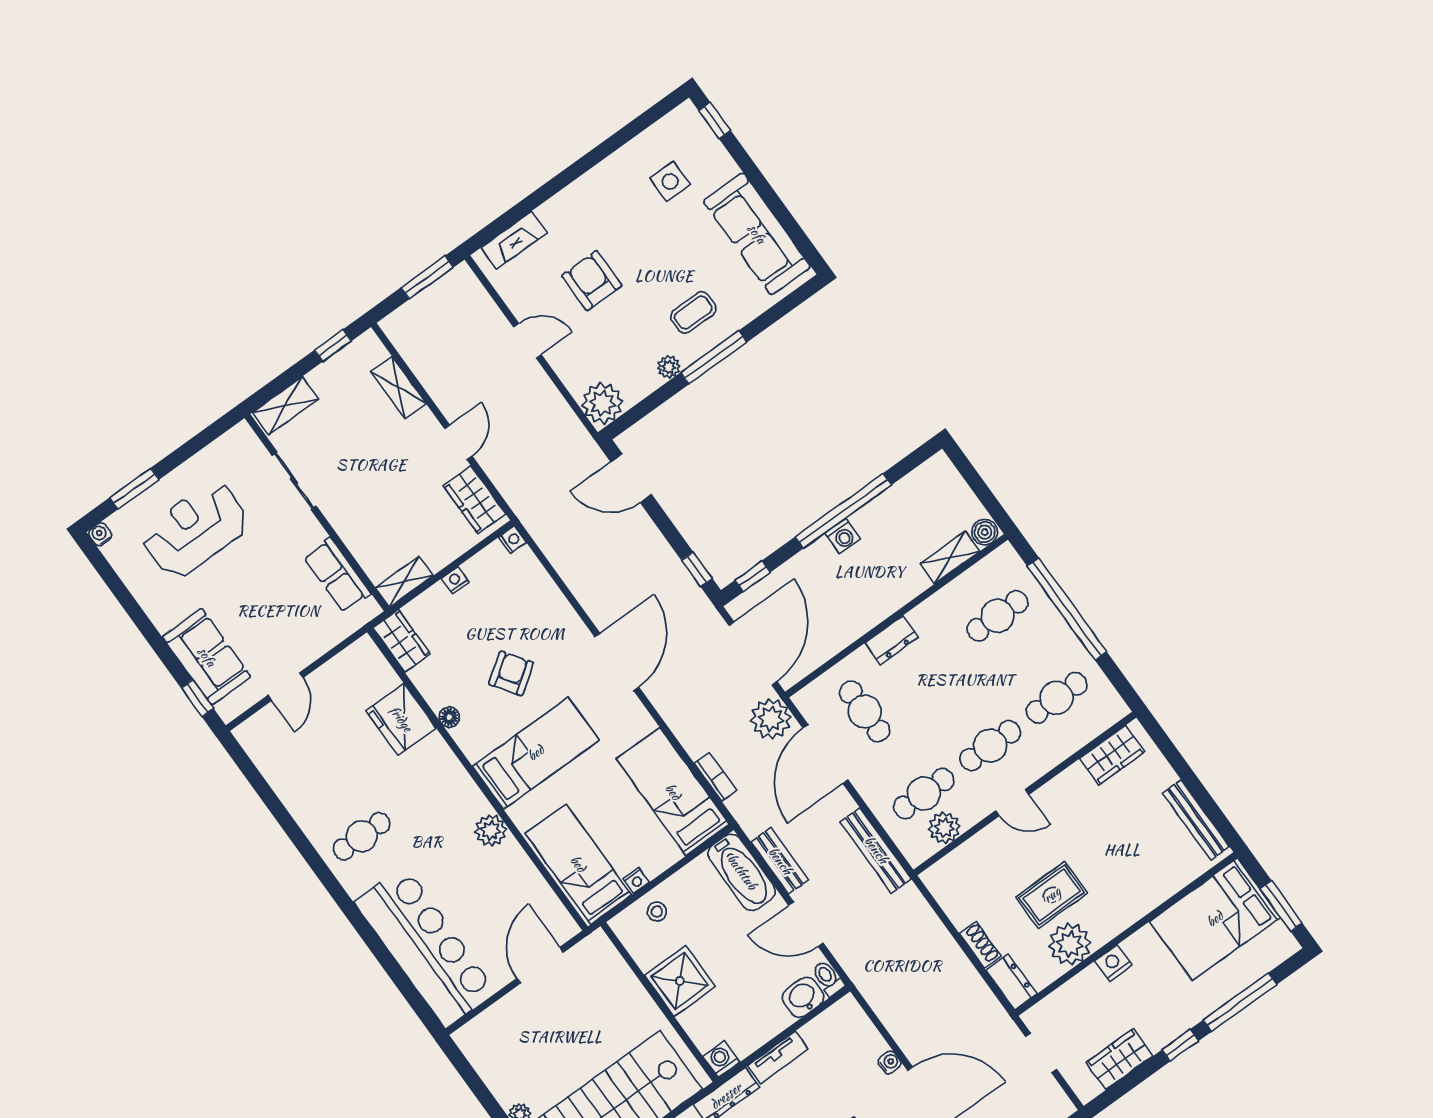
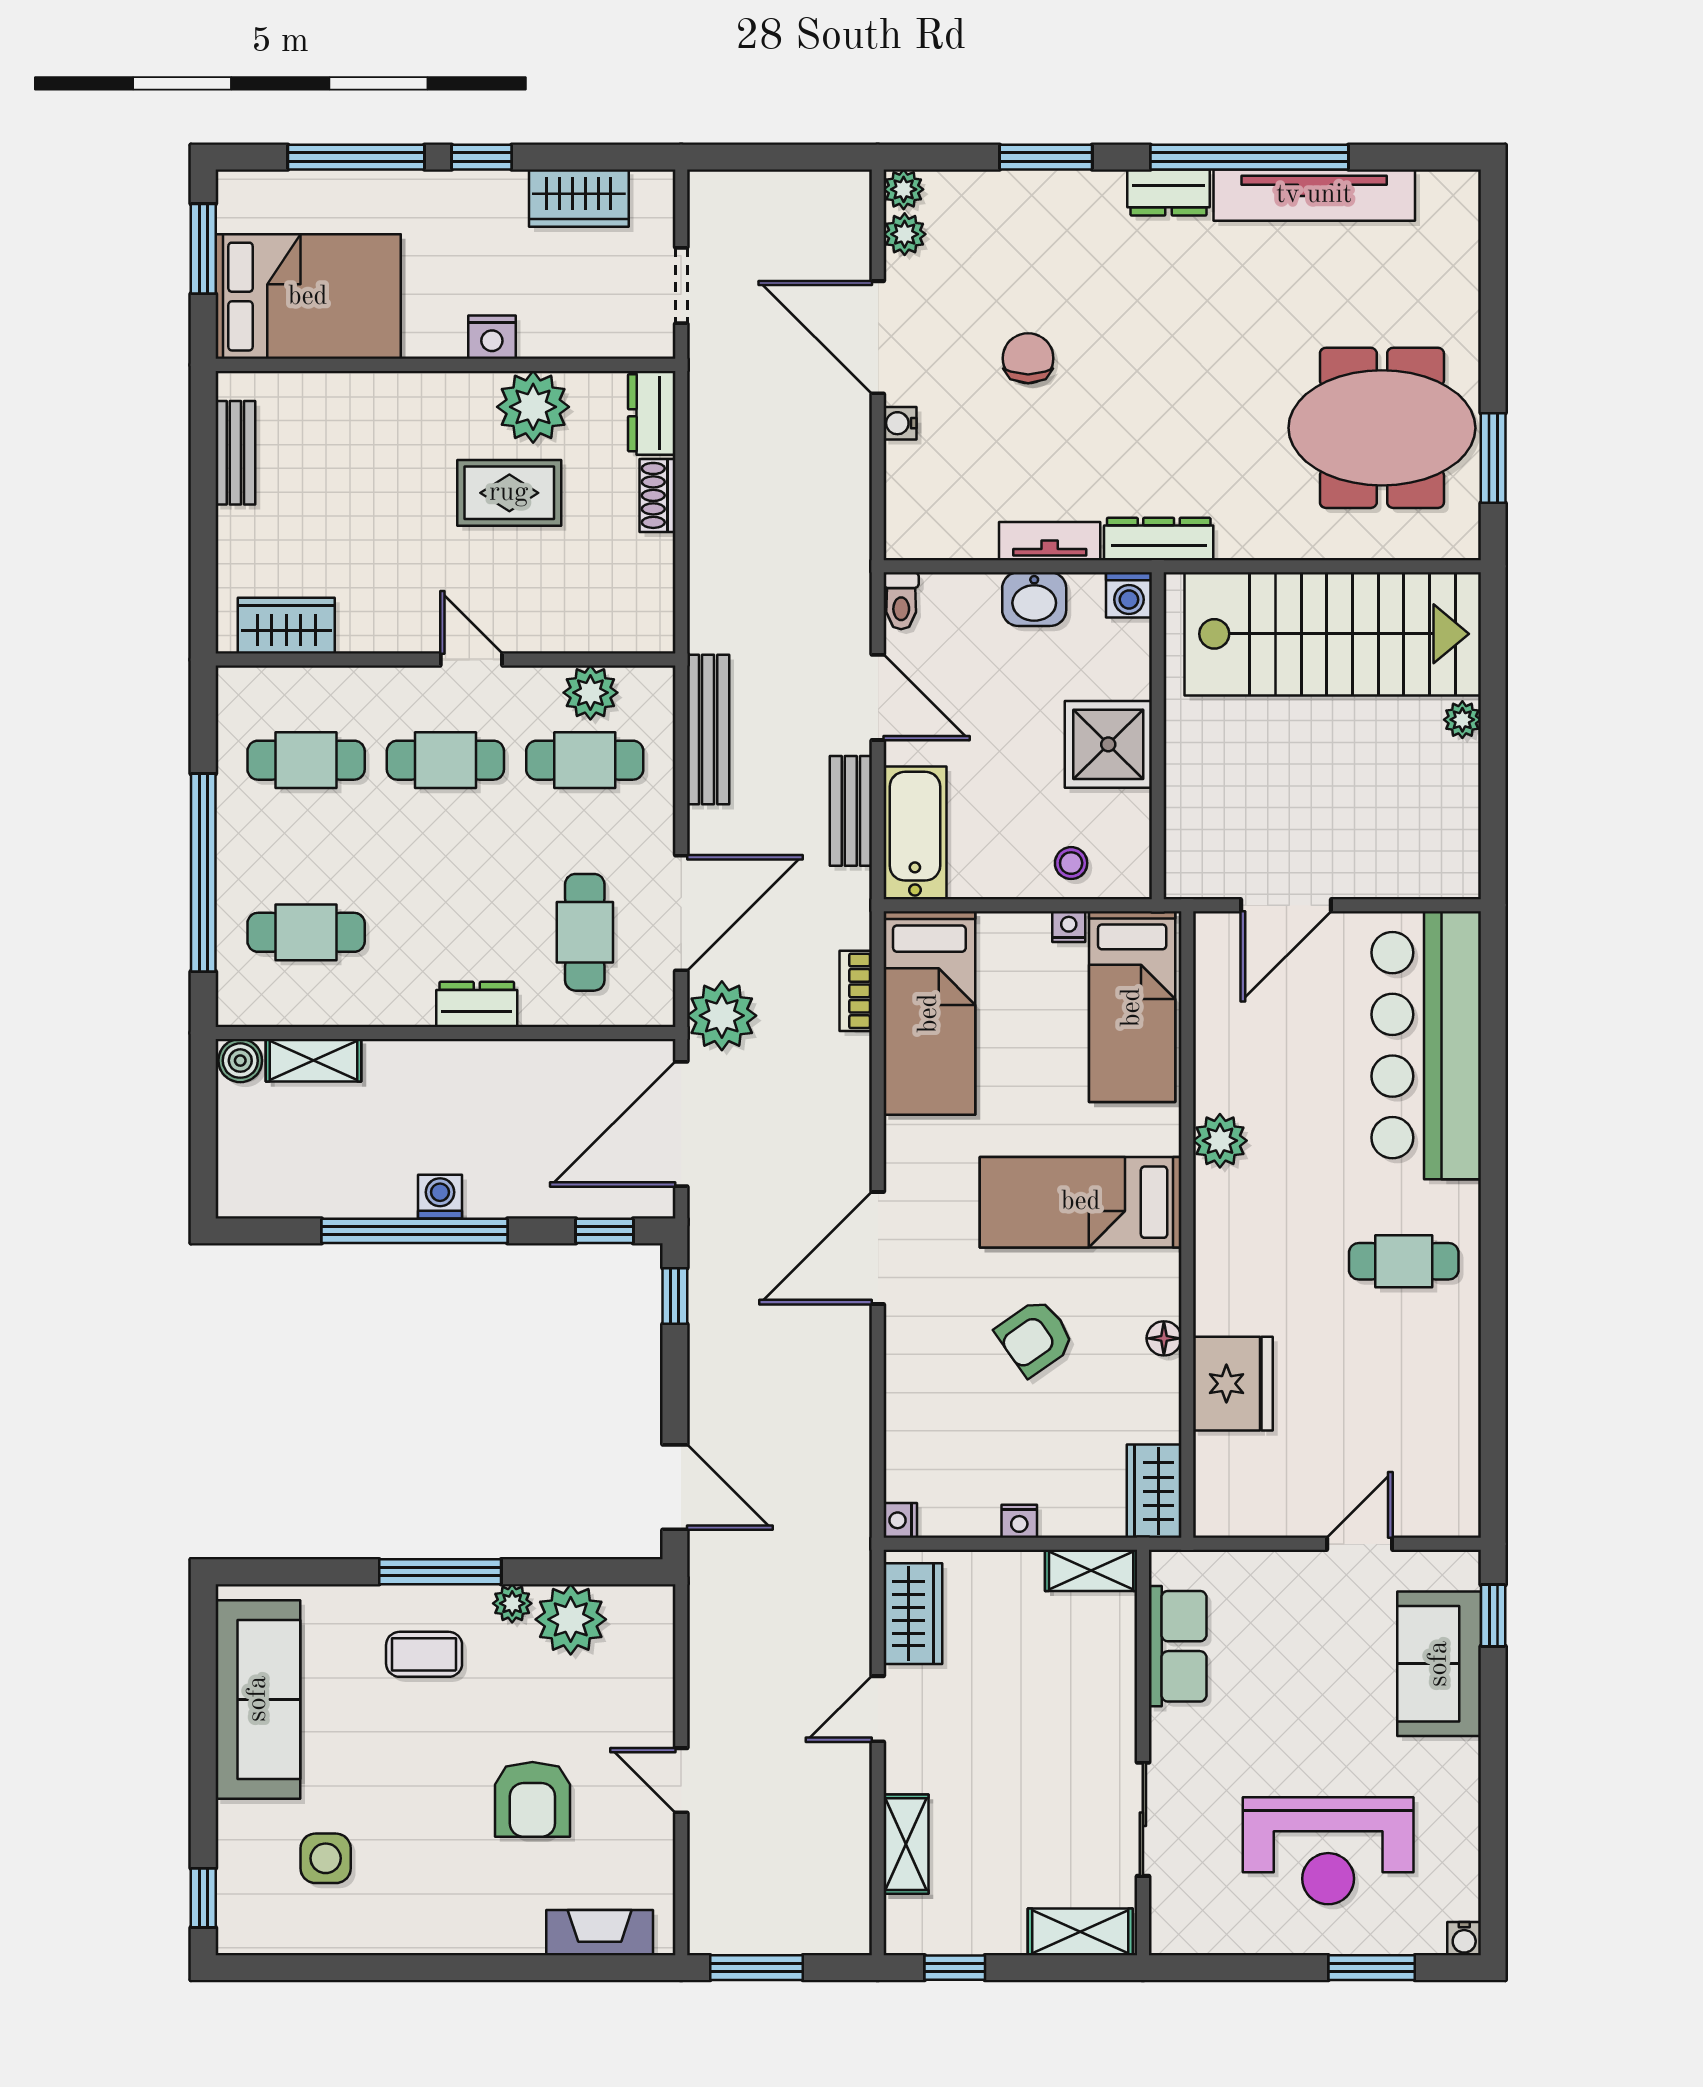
plant: (602, 403) -> (571, 1619), moved
bench: (1196, 820) -> (235, 453), width x0.73
washbasin: (803, 997) -> (1034, 599), moved

